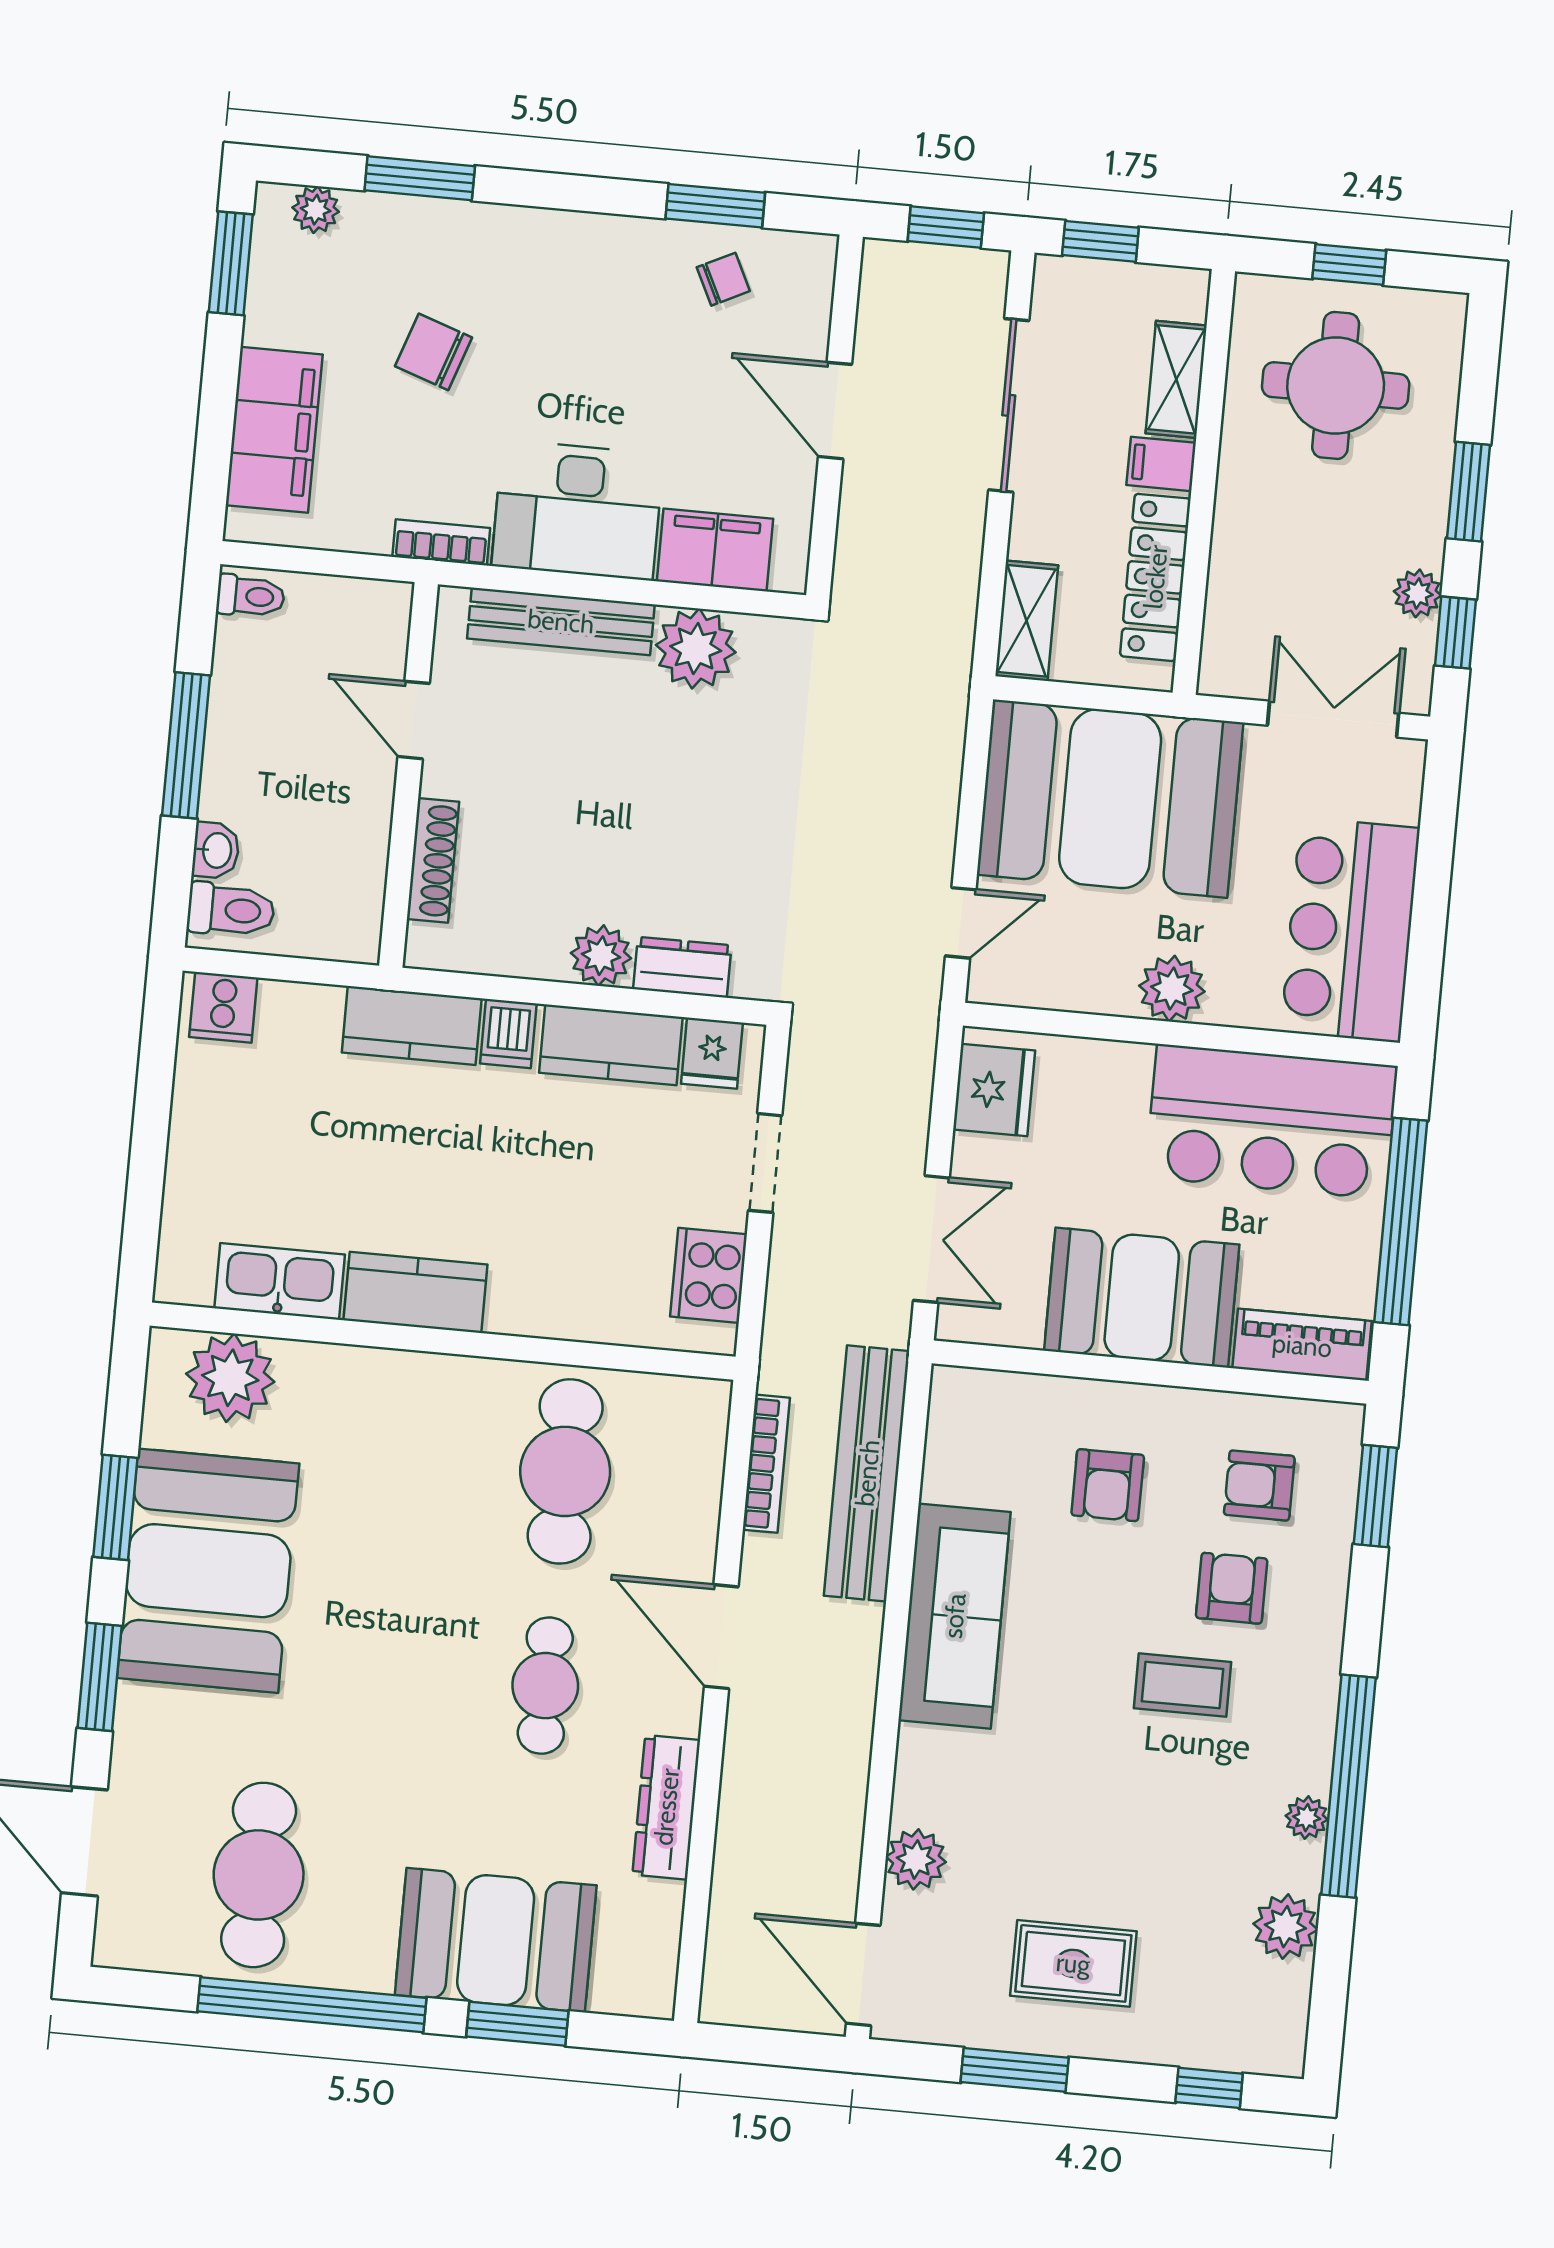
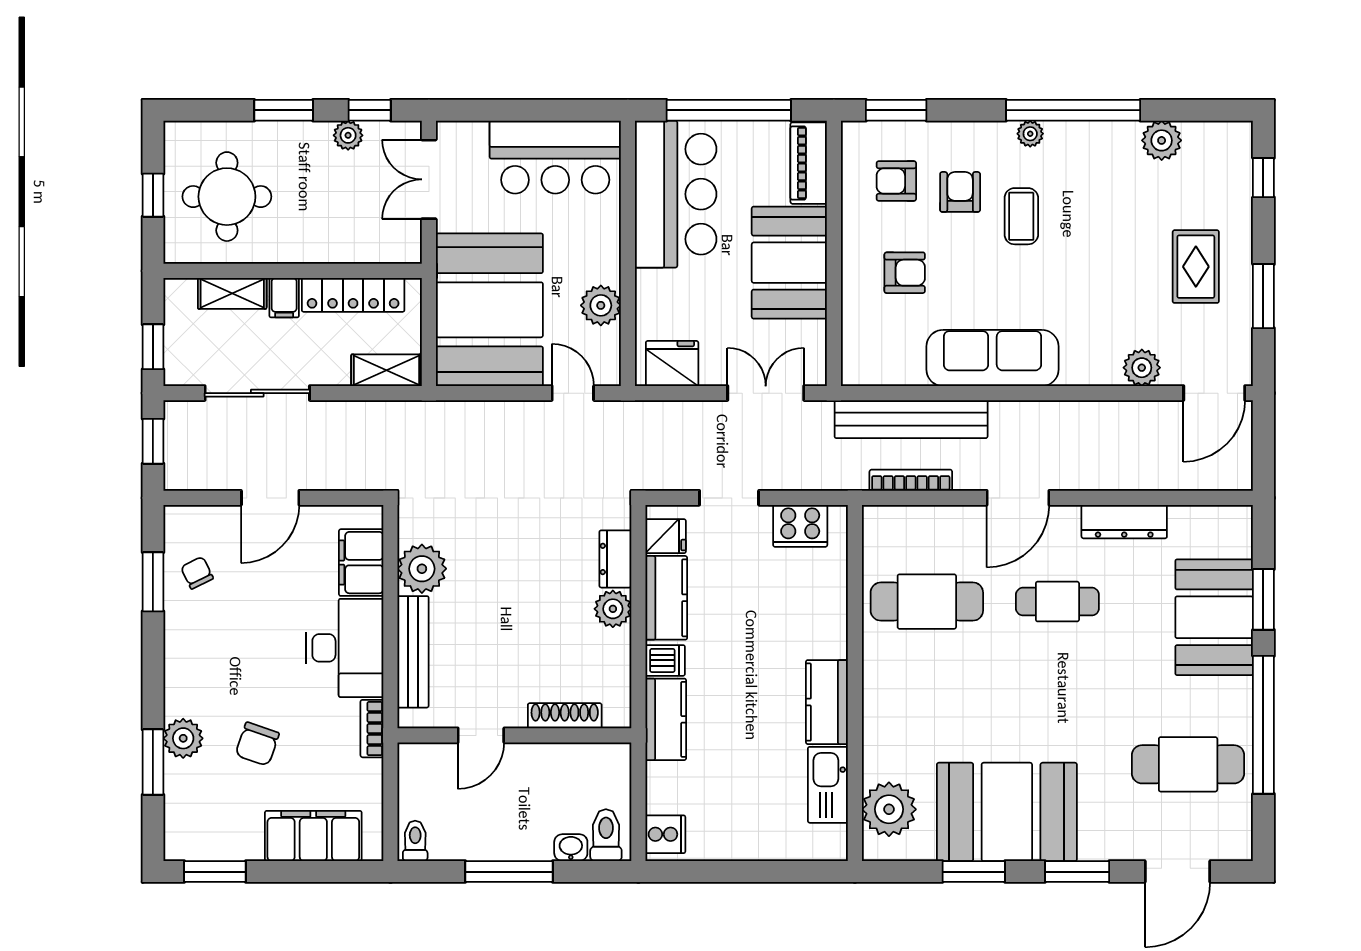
plant: (316, 210) -> (183, 738), moved, width x1.38, depth x1.38
plant: (1172, 989) -> (601, 305), moved
armchair: (1259, 1485) -> (896, 181), turned 90
armchair: (1232, 1588) -> (960, 192), turned 90
plant: (1307, 1818) -> (1030, 134), moved

